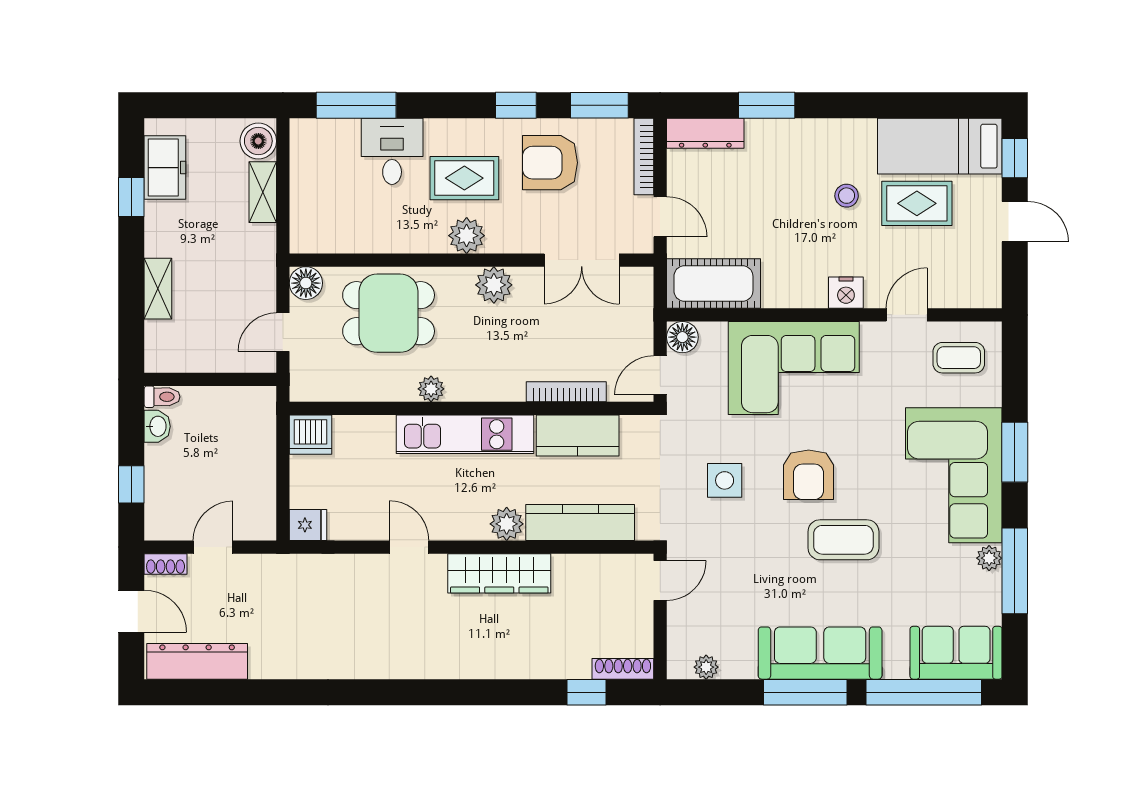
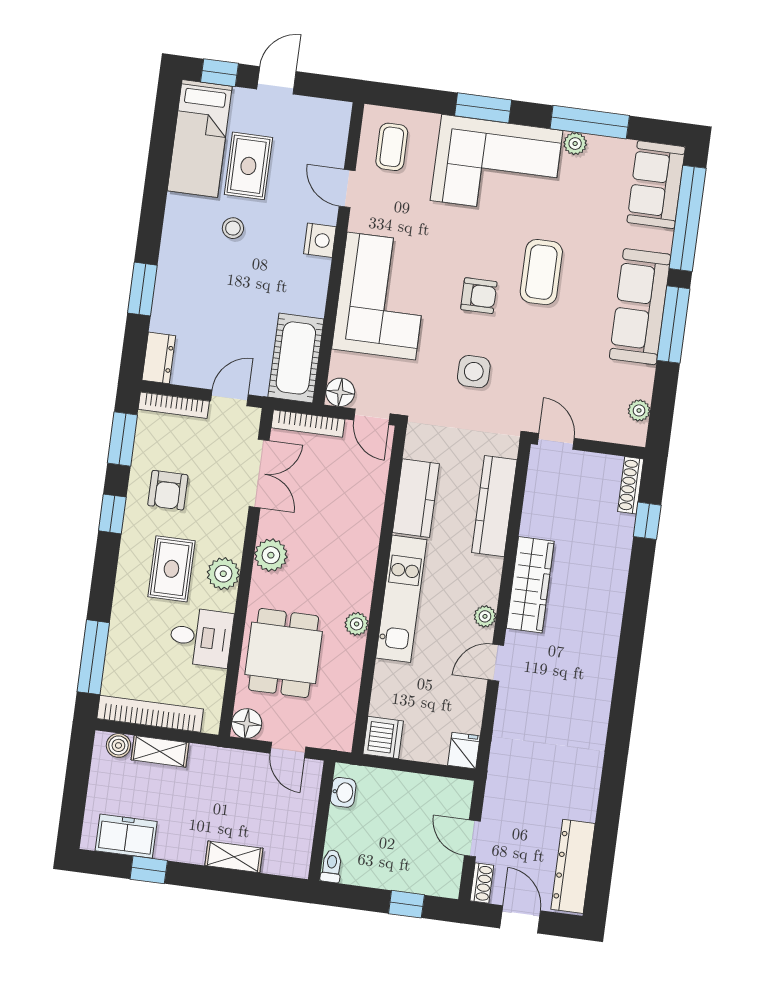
dresser: (705, 133) -> (159, 358), width x0.70
boiler: (258, 141) -> (118, 745), width x0.73, depth x0.73
desk: (392, 151) -> (201, 637), moved, turned 180
armchair: (550, 163) -> (168, 490), width x0.72, depth x0.72
bookcase: (302, 176) -> (150, 714), added
bookcase: (566, 392) -> (308, 423), moved, turned -90
washbasin: (157, 426) -> (343, 792), moved, turned 90
armchair: (809, 475) -> (479, 296), width x0.72, depth x0.72
plant: (507, 524) -> (485, 616), moved, width x0.73, depth x0.73
door: (131, 611) -> (520, 919), hinge flipped

